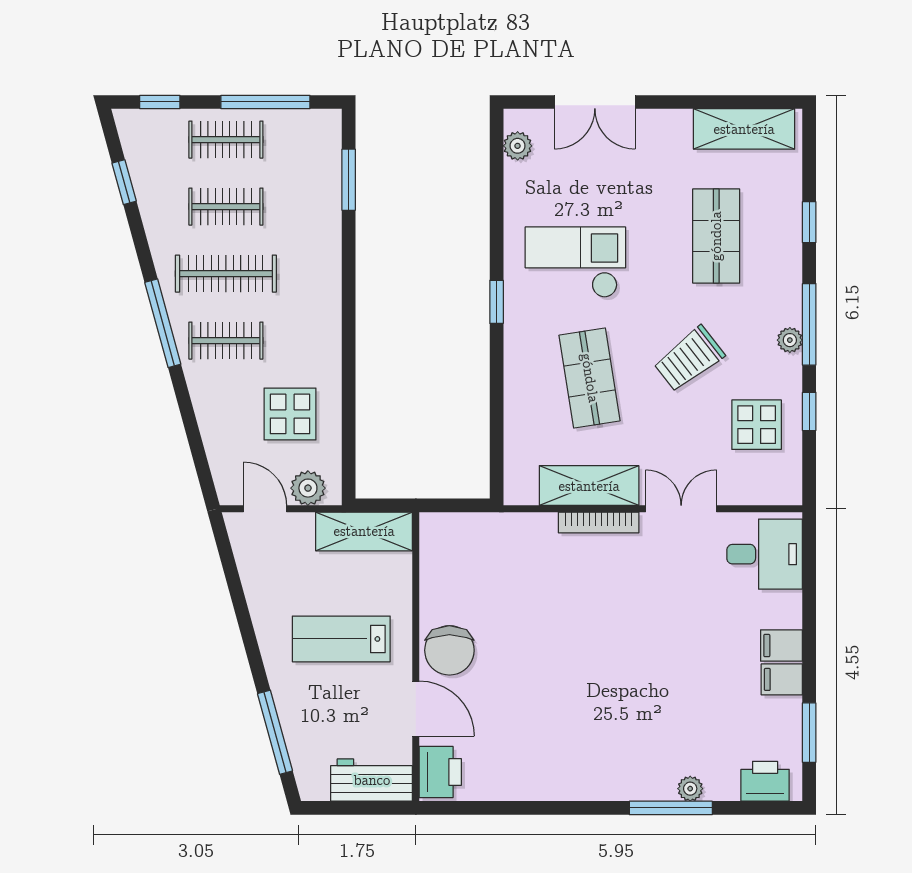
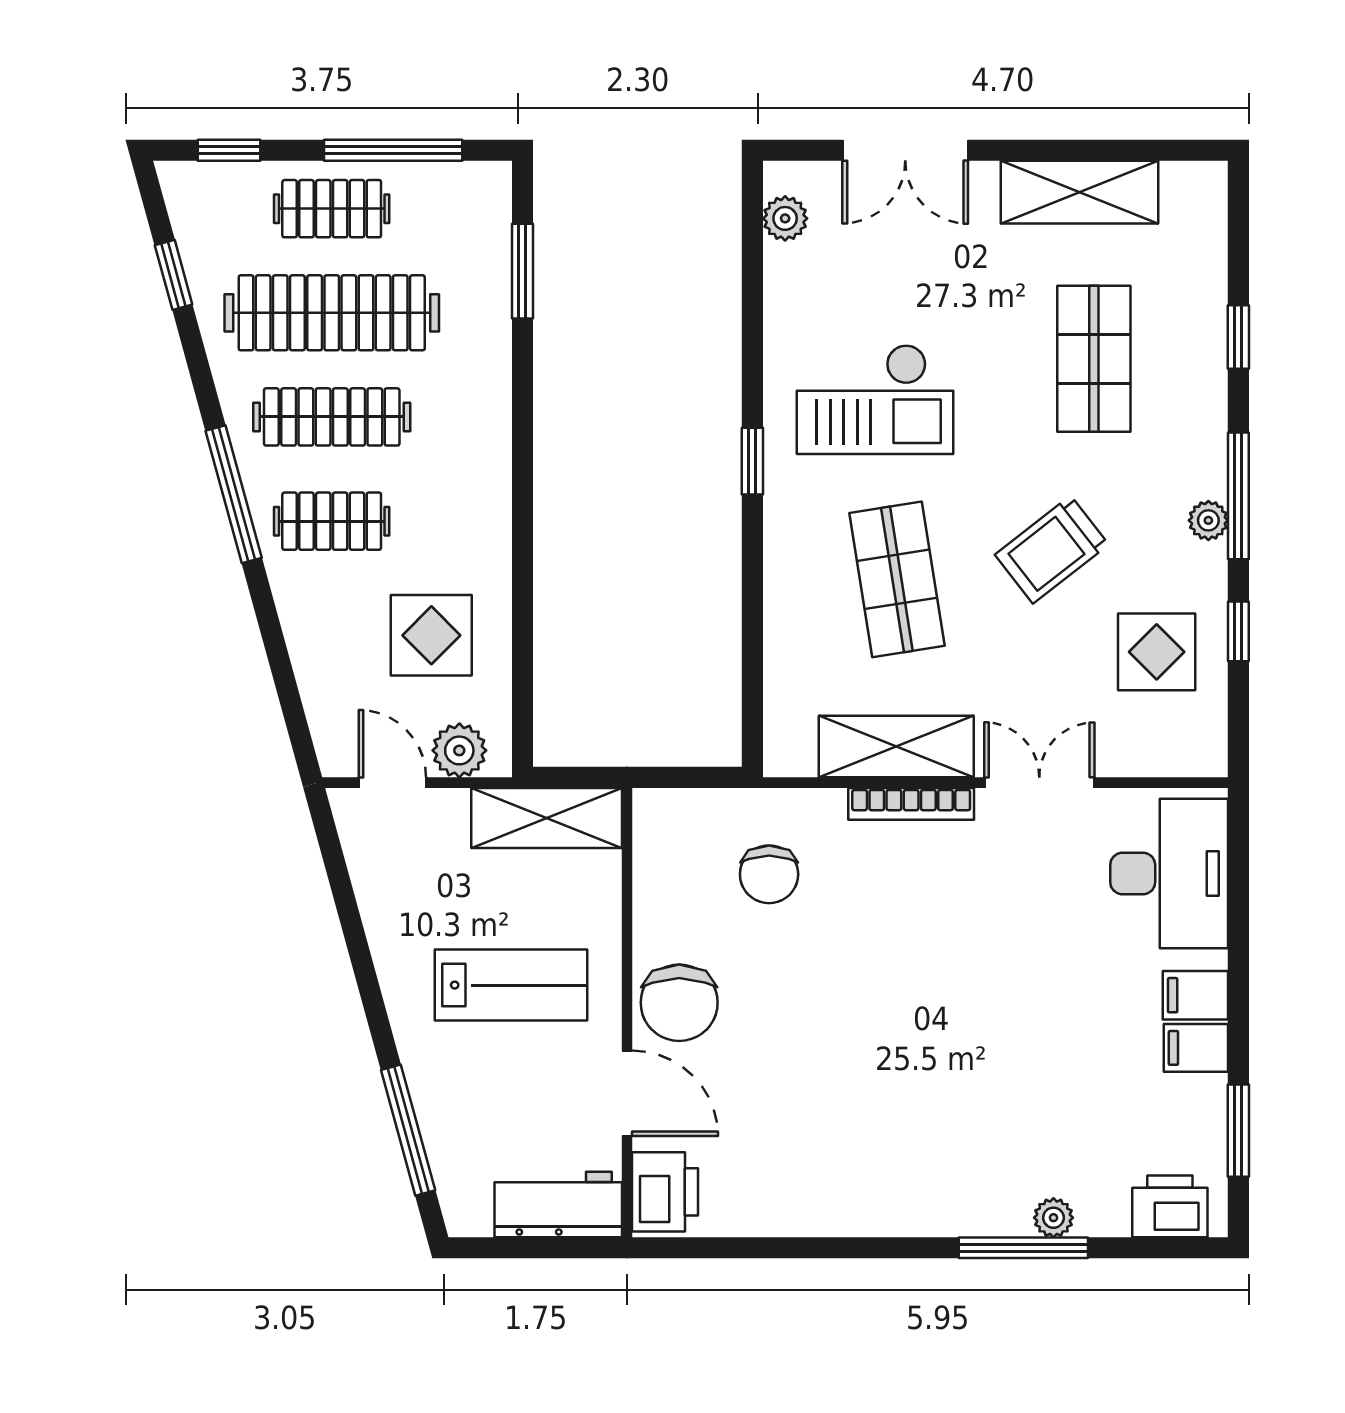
shelving: (744, 129) -> (1080, 192), moved
clothes rail: (226, 207) -> (332, 313), width x1.86, depth x1.31
checkout: (575, 262) -> (875, 399), turned 180
desk: (765, 554) -> (1169, 874), width x1.37
chair: (507, 568) -> (769, 874), added
lab bench: (341, 639) -> (511, 985), turned 180

